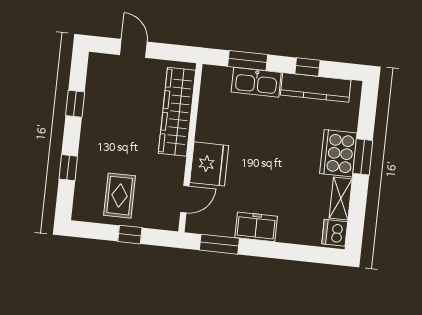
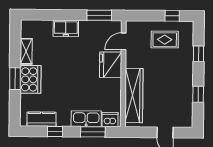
kitchen counter: (316, 87) -> (41, 119), width x0.67
rug: (120, 196) -> (165, 40), turned 90
freezer: (256, 227) -> (66, 28), moved
dishwasher: (335, 233) -> (110, 120), moved, turned -90
window: (130, 235) -> (172, 16), moved

